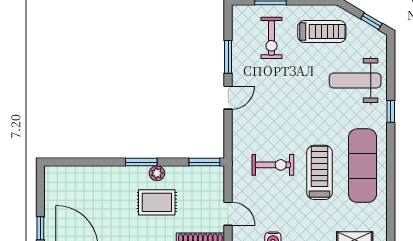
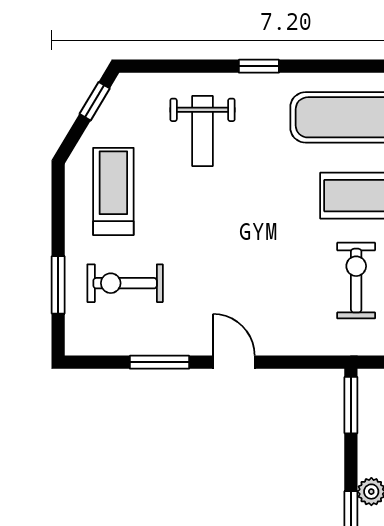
exercise bike: (271, 38) -> (125, 283), turned 180
weight bench: (355, 80) -> (202, 131), width x0.73, depth x0.75

